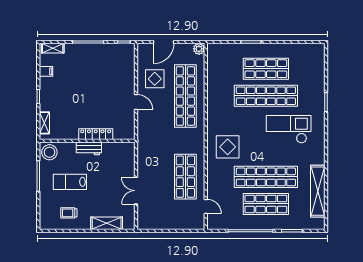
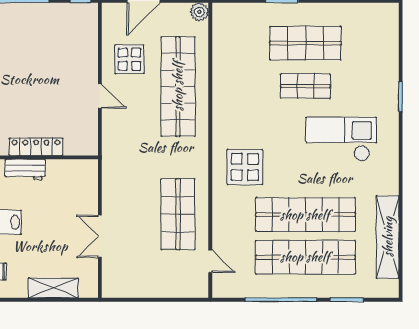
shop shelf: (266, 96) -> (305, 86), width x0.50, depth x0.74
shop shelf: (266, 204) -> (305, 257), width x1.40

